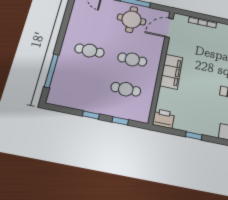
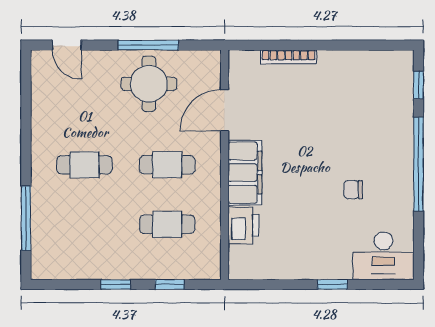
door: (169, 28) -> (225, 110), moved
printer: (164, 119) -> (243, 225), moved, turned 90
window: (194, 136) -> (332, 284), moved

